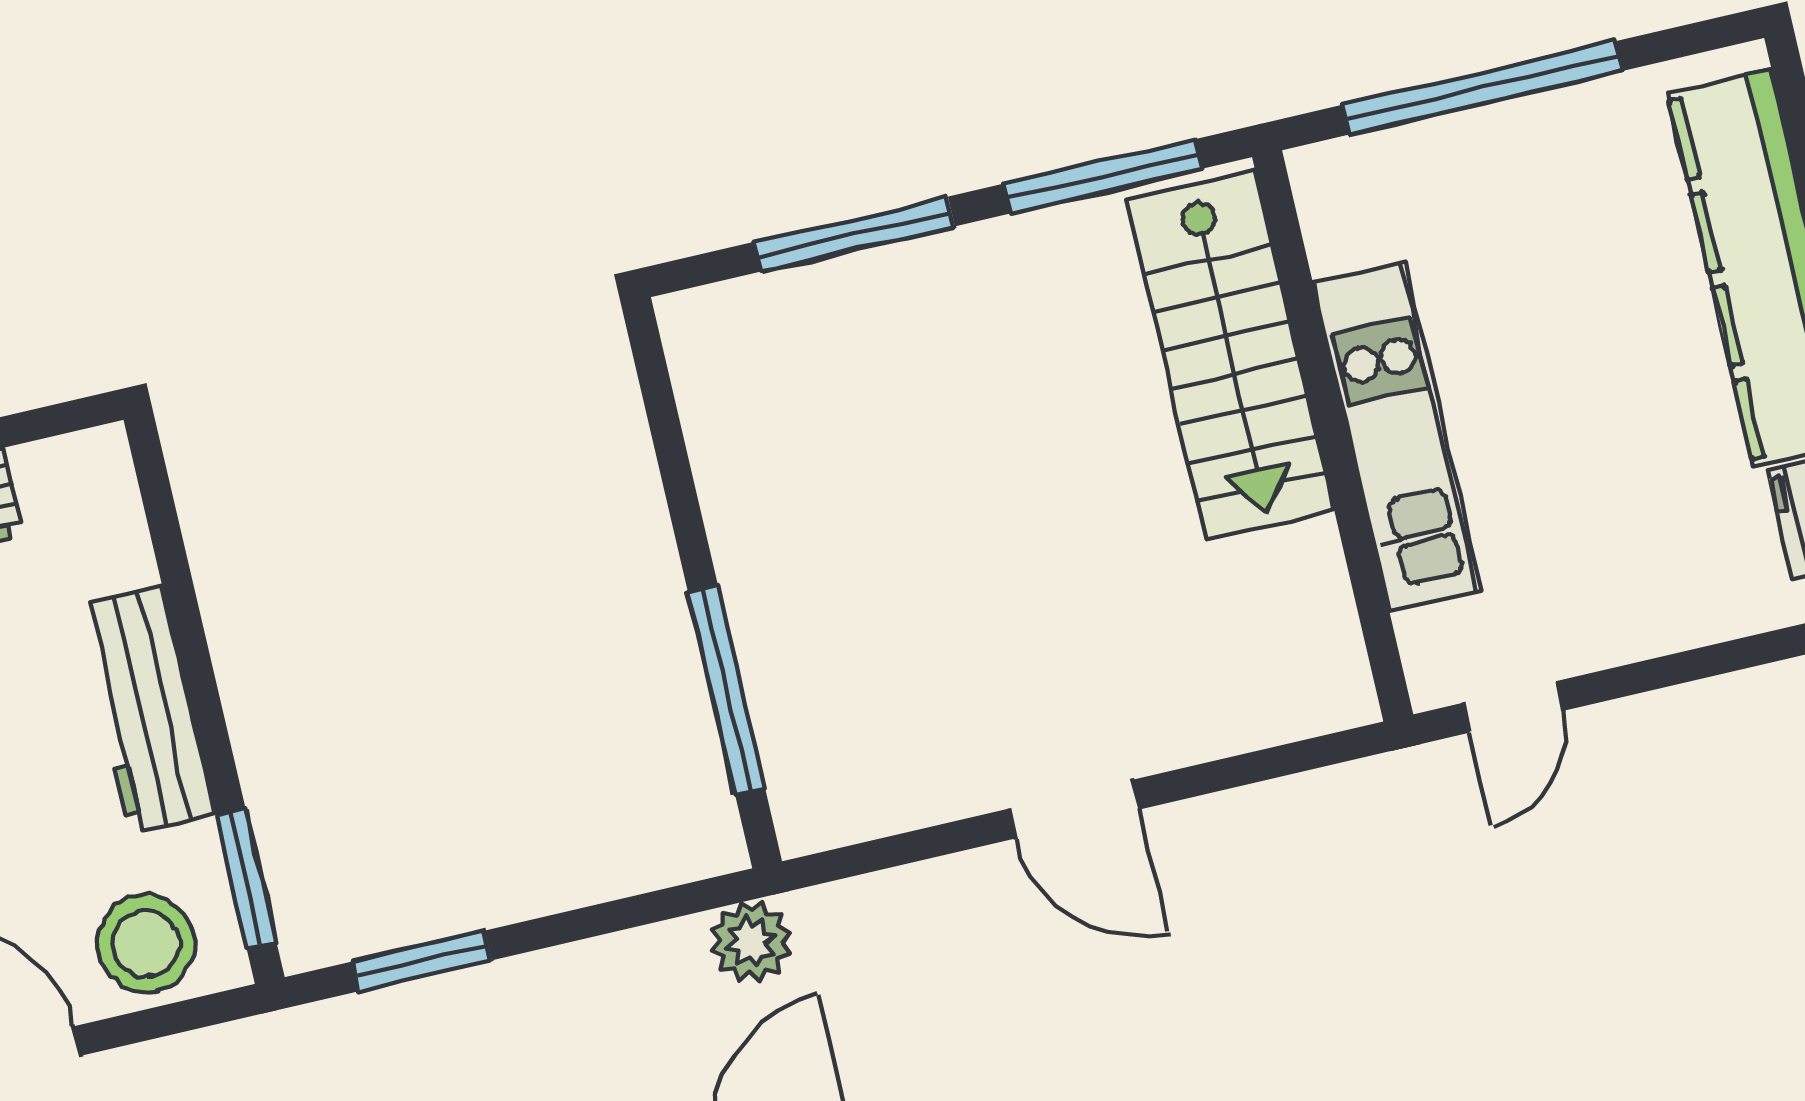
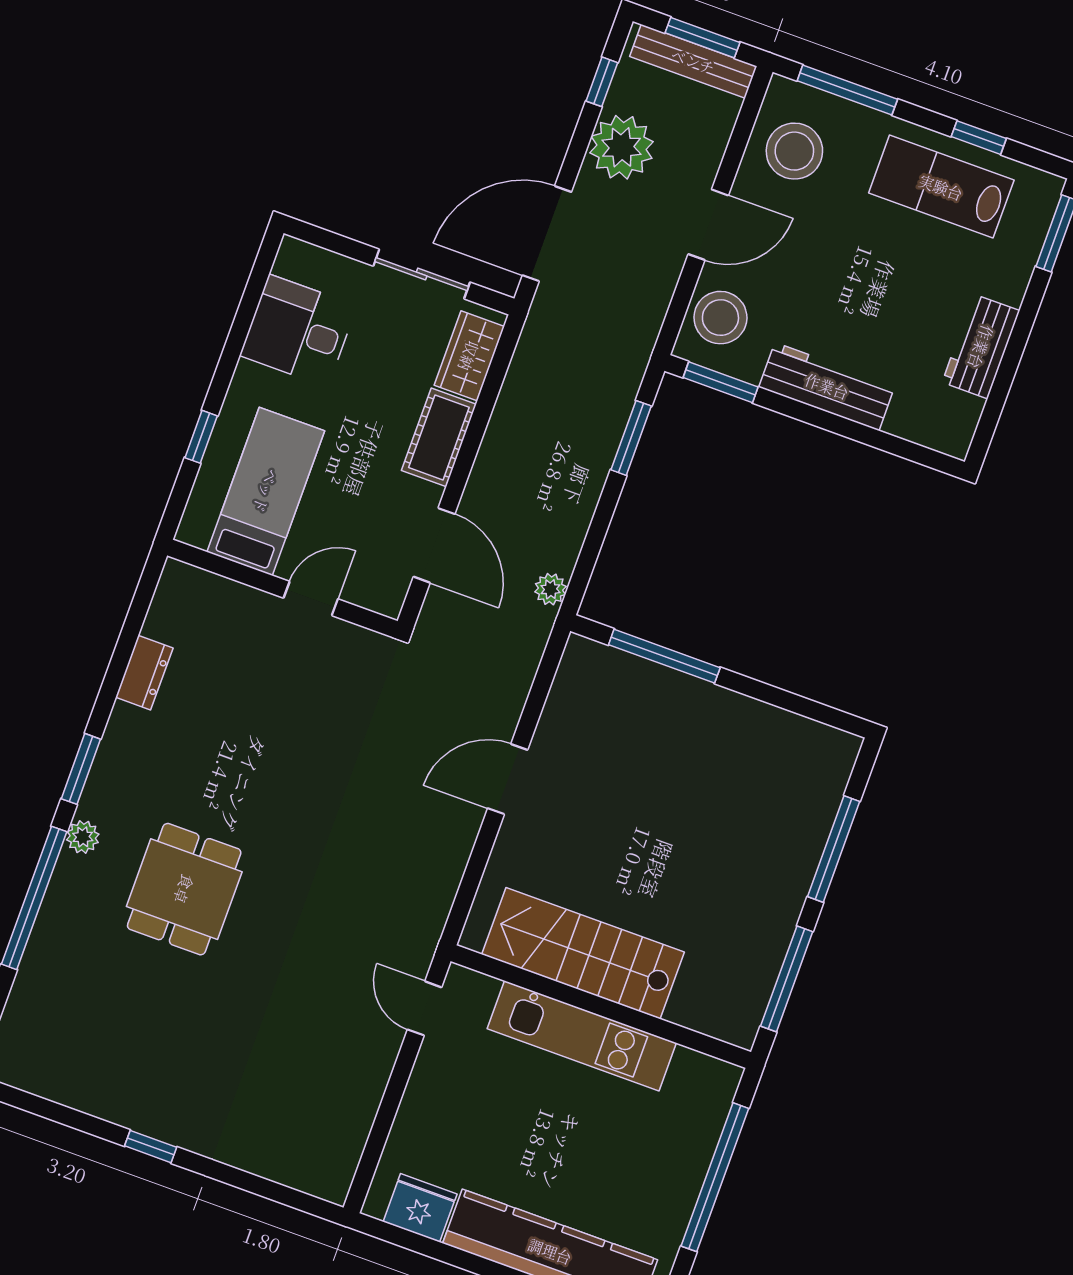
stairs: (1230, 355) -> (583, 953), moved
plant: (751, 942) -> (550, 589), width x0.73, depth x0.73

